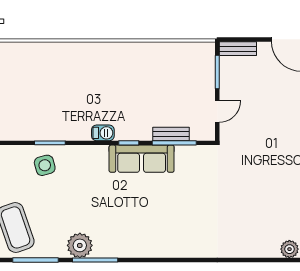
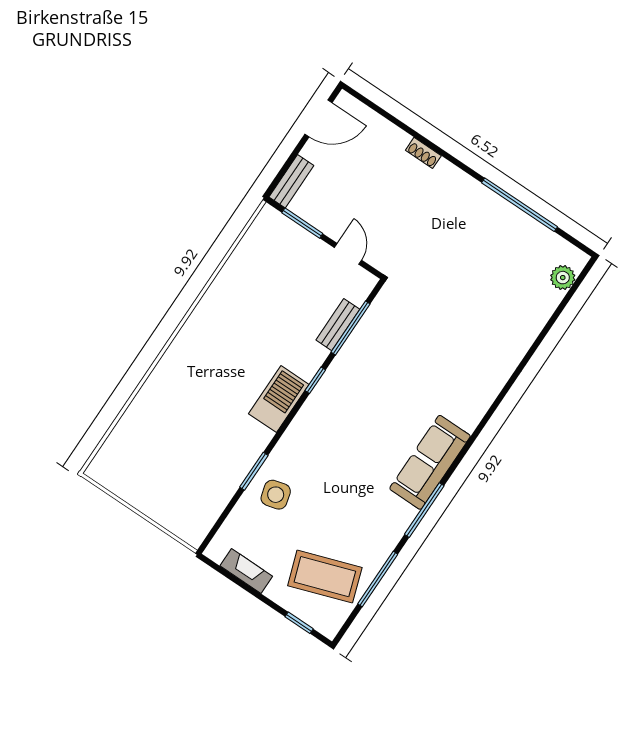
barbecue: (103, 133) -> (279, 399), width x1.88, depth x1.53
sofa: (142, 159) -> (430, 462), moved, turned 180
plant: (80, 245) -> (395, 517), removed

